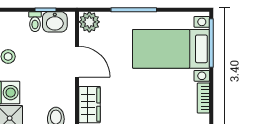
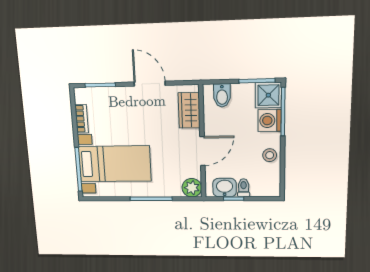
door: (77, 62) -> (202, 151), swing flipped

